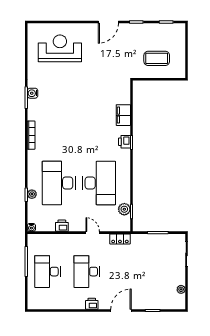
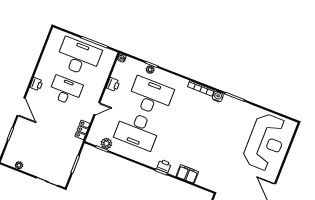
reception desk: (60, 48) -> (265, 142), width x1.36, depth x1.30
water cooler: (33, 93) -> (218, 97), moved
desk: (47, 272) -> (79, 57), width x1.36, depth x1.30

